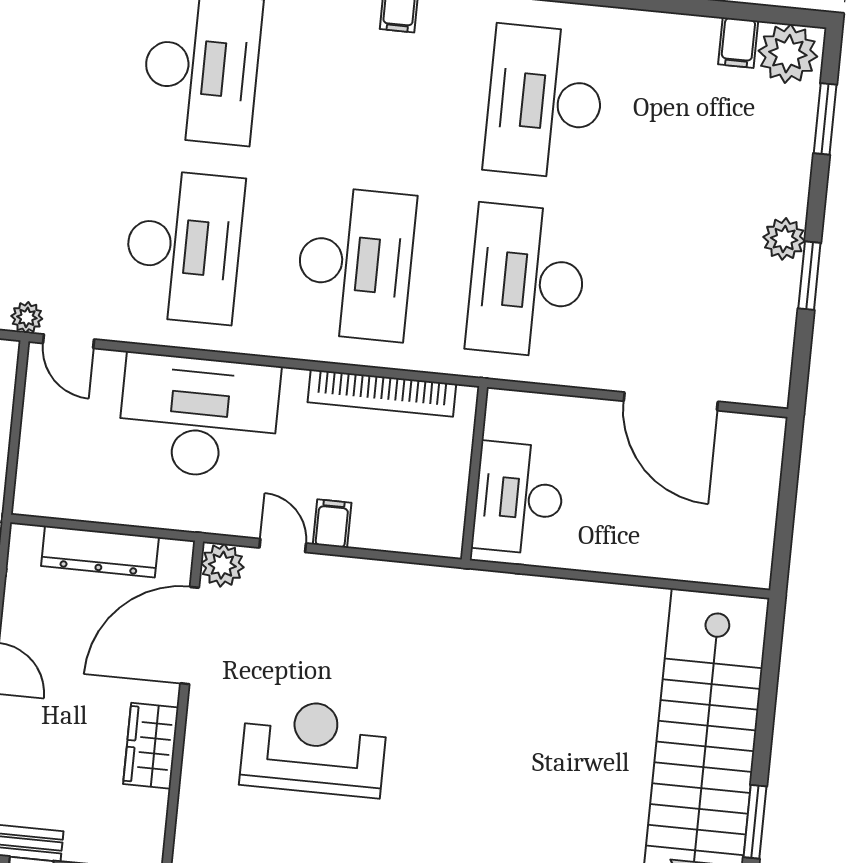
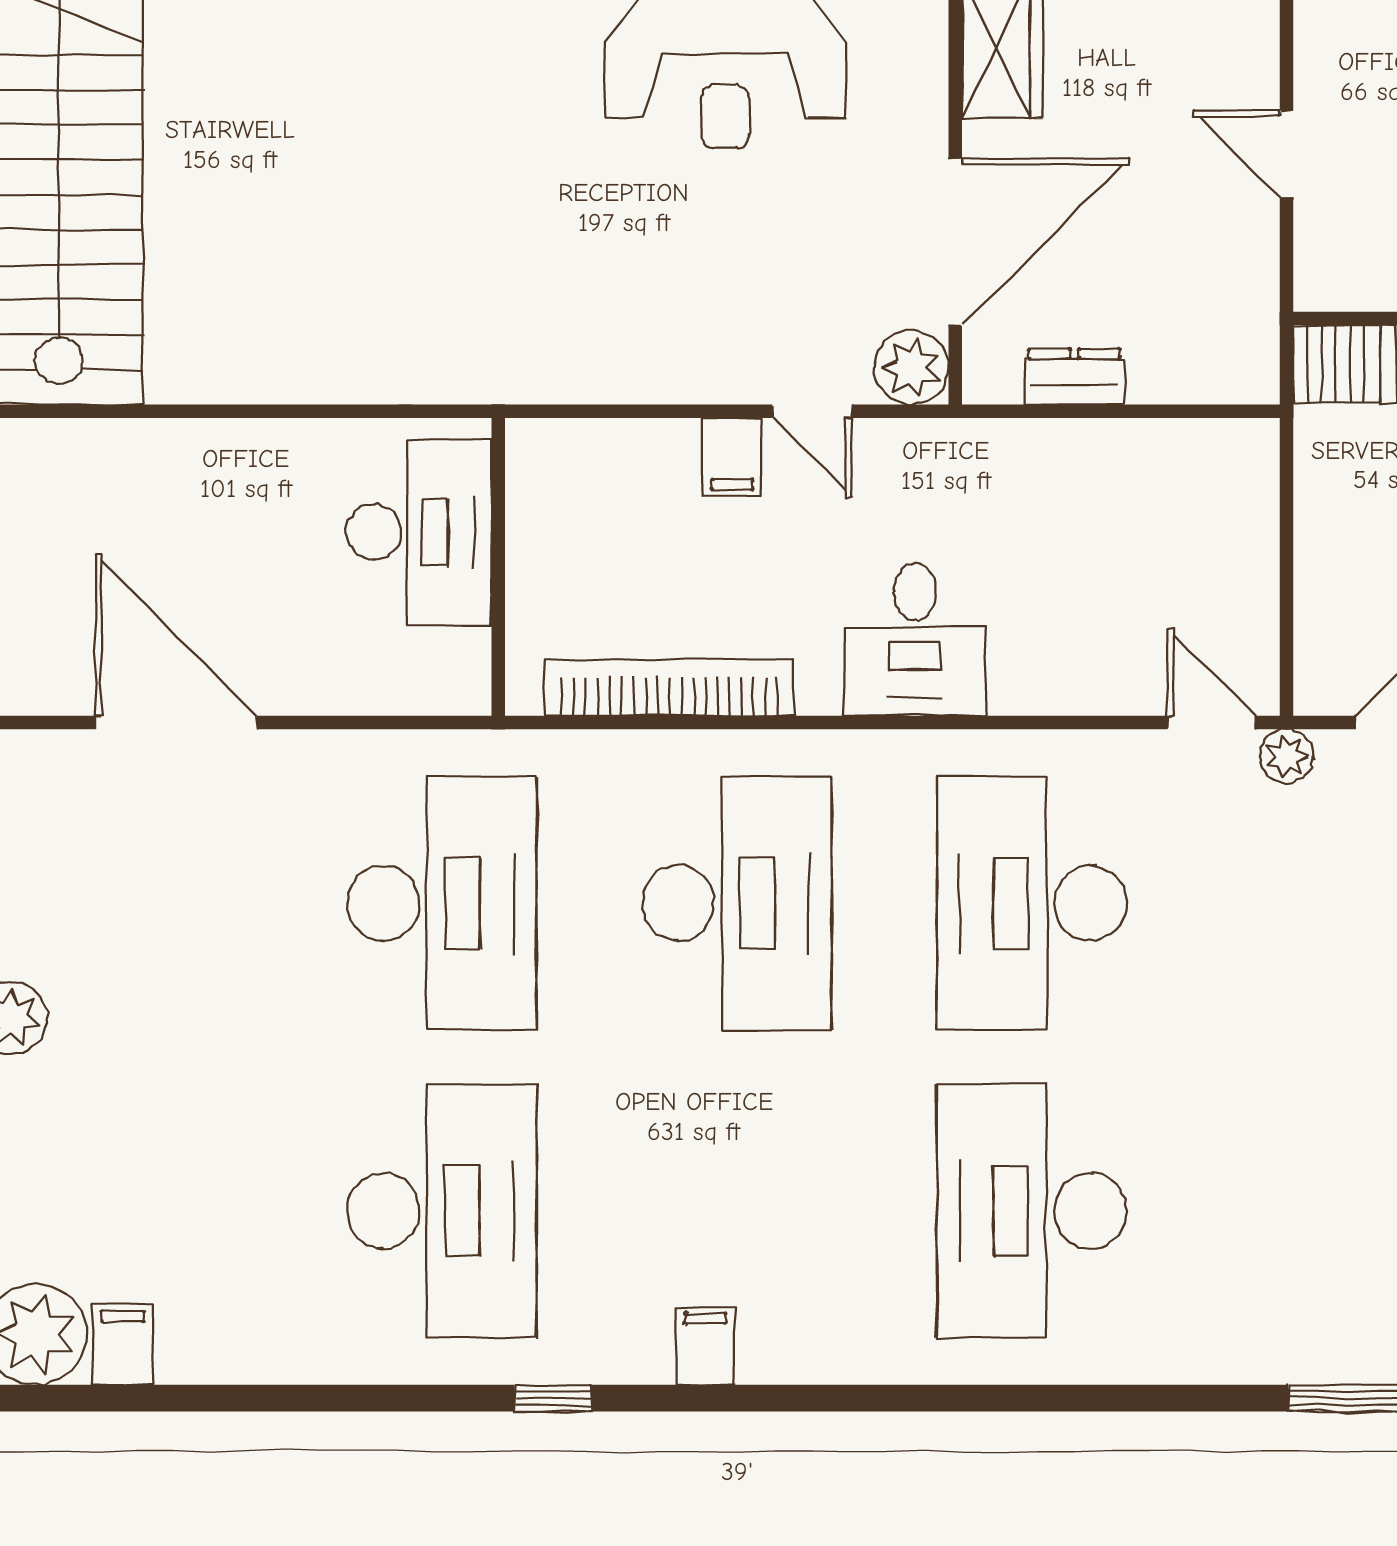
desk: (355, 264) -> (737, 903), turned 180
desk: (199, 417) -> (915, 639), width x0.53, depth x0.77
dresser: (100, 552) -> (1074, 377), width x0.51, depth x0.80

